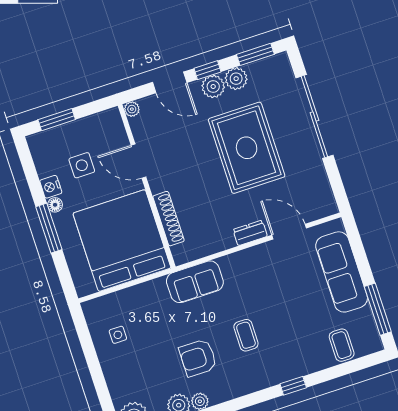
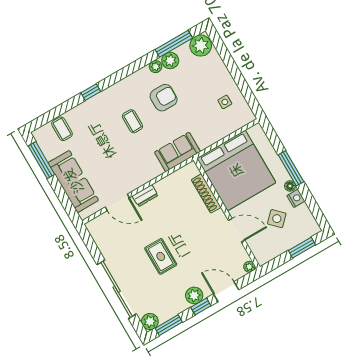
plant: (236, 79) -> (150, 322), moved
rug: (247, 148) -> (161, 256), width x0.54, depth x0.49
side table: (82, 165) -> (277, 219), turned 45

